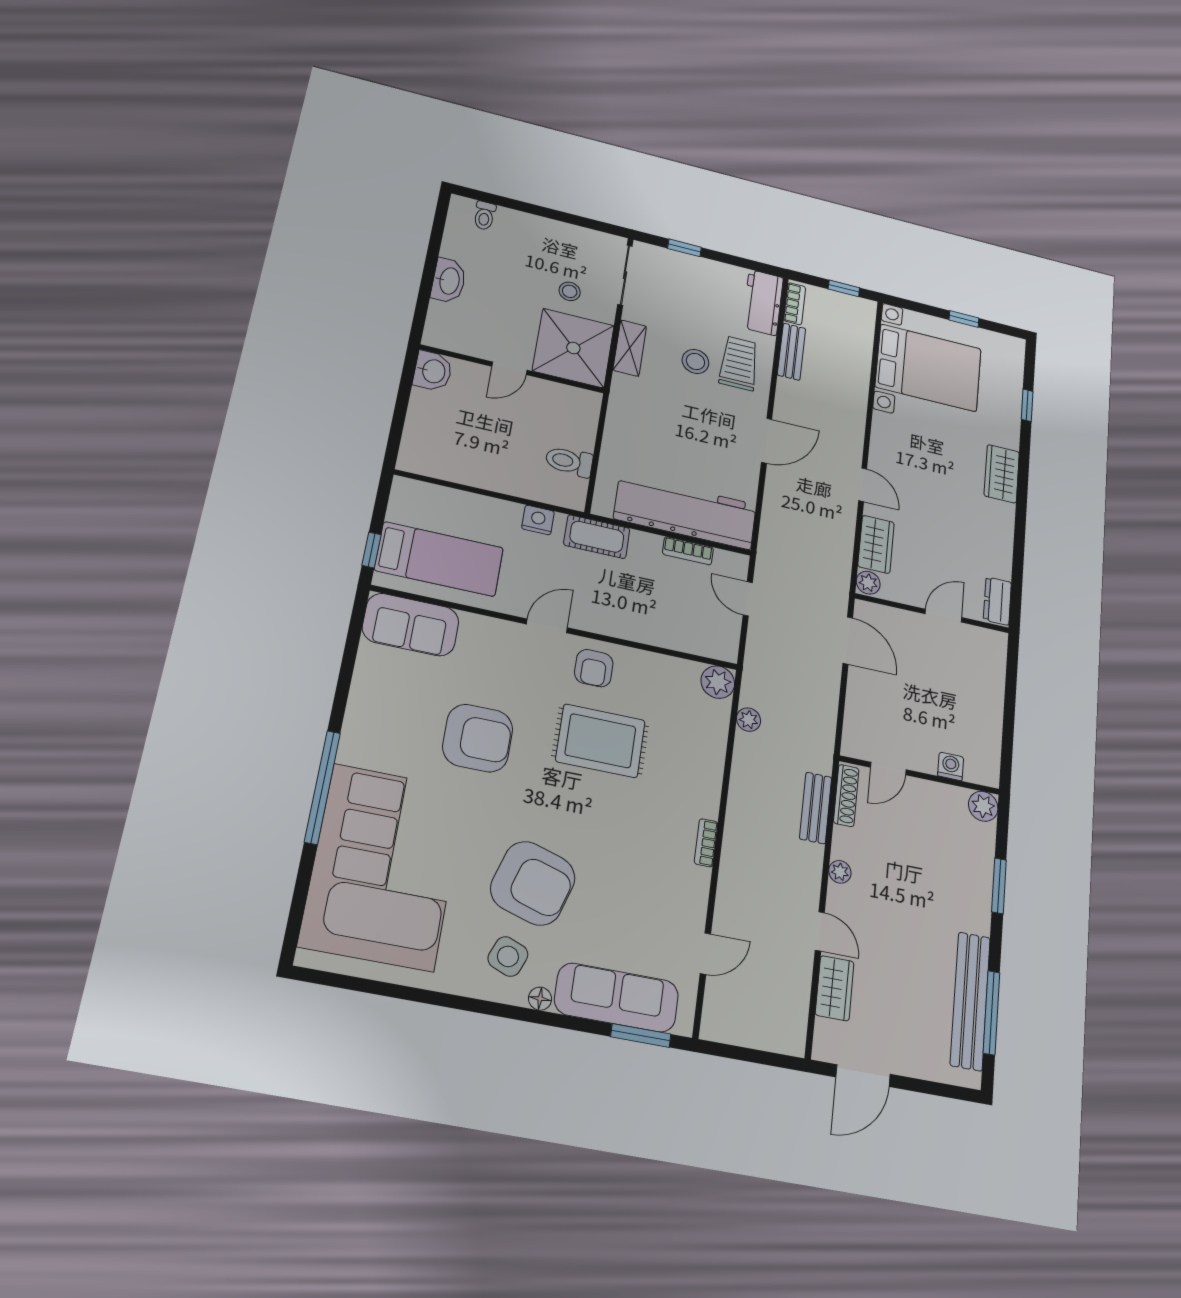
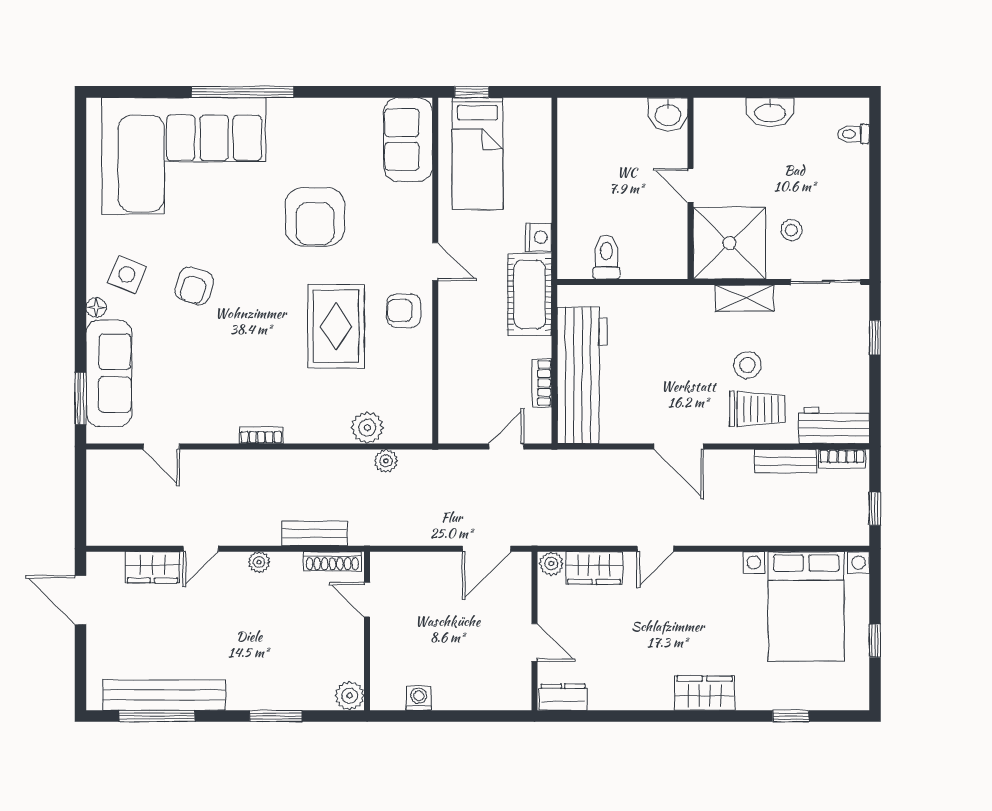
cot: (597, 537) -> (530, 295), width x1.37, depth x1.34
plant: (718, 682) -> (367, 428), moved
washing machine: (951, 766) -> (419, 698), moved, turned -90
armchair: (533, 883) -> (194, 286), width x0.53, depth x0.53

